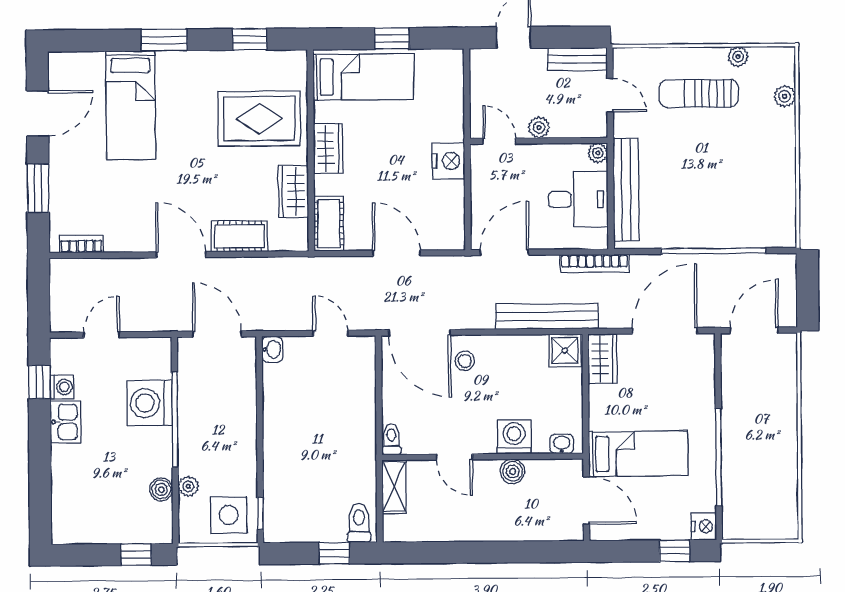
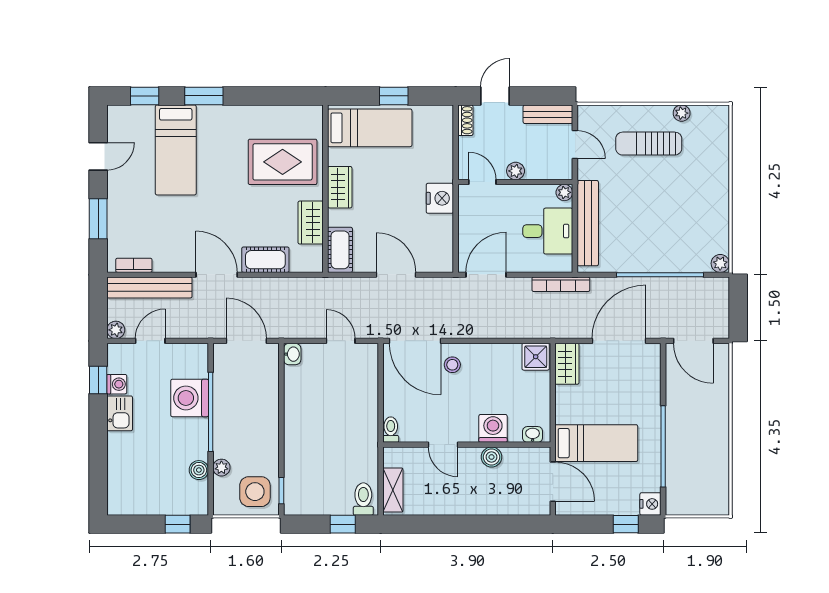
window: (250, 39) -> (145, 96), moved
shoe rack: (478, 67) -> (465, 120), added
plant: (785, 96) -> (720, 263), moved
door: (38, 113) -> (98, 156), width x0.73
bench: (547, 316) -> (149, 288), moved
plant: (60, 322) -> (116, 330), added
door: (754, 330) -> (693, 341), swing flipped
shelving: (394, 487) -> (393, 490), moved

